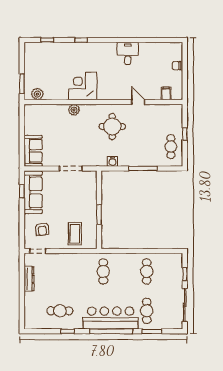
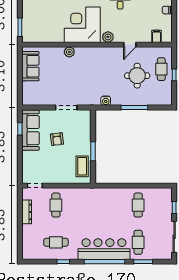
corner desk: (83, 86) -> (82, 25), width x1.36, depth x1.36
plant: (37, 94) -> (108, 37), moved
door: (138, 102) -> (130, 45), swing flipped
round table: (112, 127) -> (137, 76), moved
cafe table: (171, 147) -> (161, 69), moved
sofa: (33, 151) -> (30, 66), moved
armchair: (42, 229) -> (57, 139), moved
coffee table: (75, 234) -> (82, 166), moved
cafe table: (103, 271) -> (56, 205), moved

